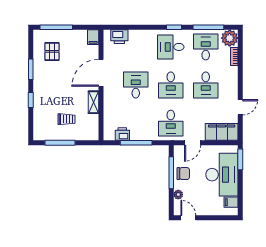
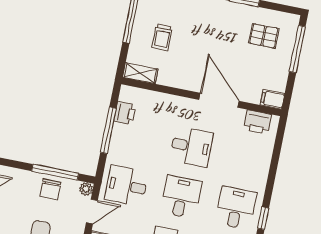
printer: (119, 37) -> (257, 122), moved, turned -90
desk: (171, 85) -> (181, 197), turned 90
shelving: (94, 102) -> (140, 73), moved
door: (193, 143) -> (92, 211), swing flipped
plant: (178, 195) -> (86, 189), moved

